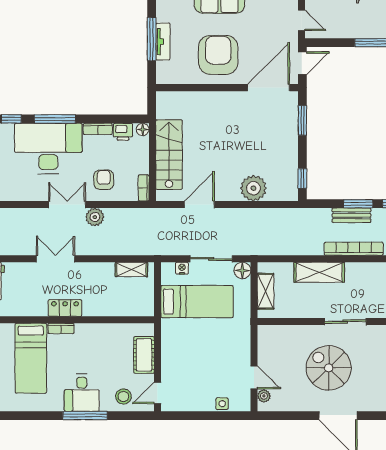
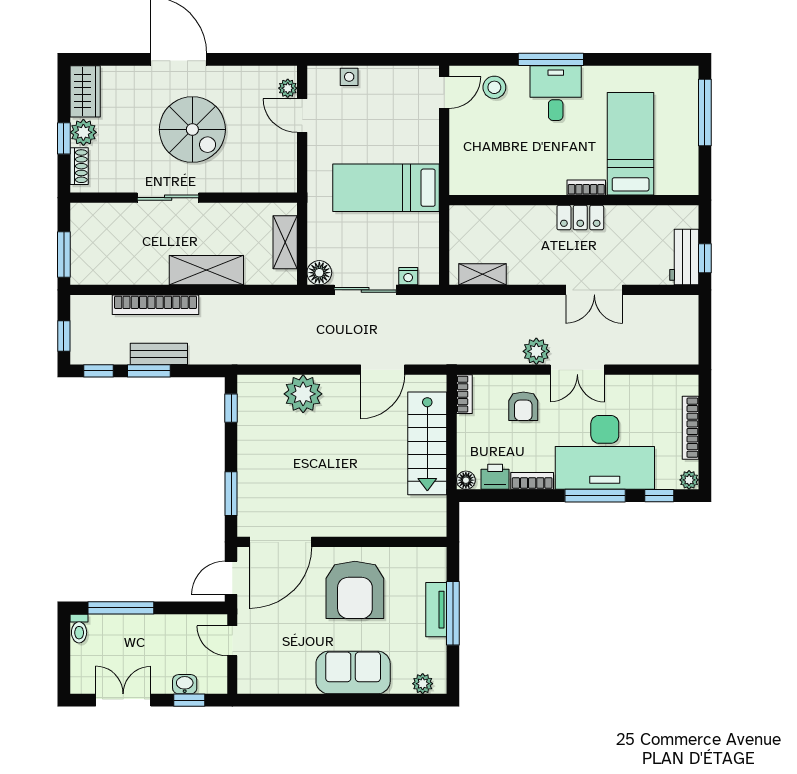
bed: (197, 302) -> (386, 188), moved
cot: (144, 355) -> (464, 149), removed

